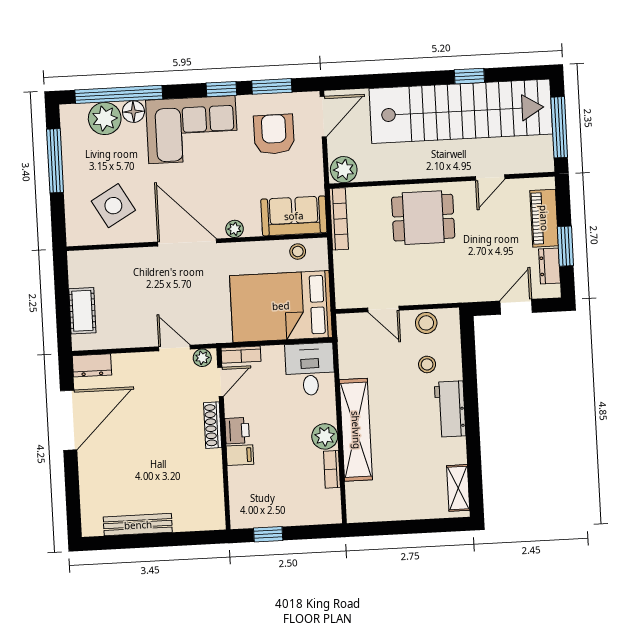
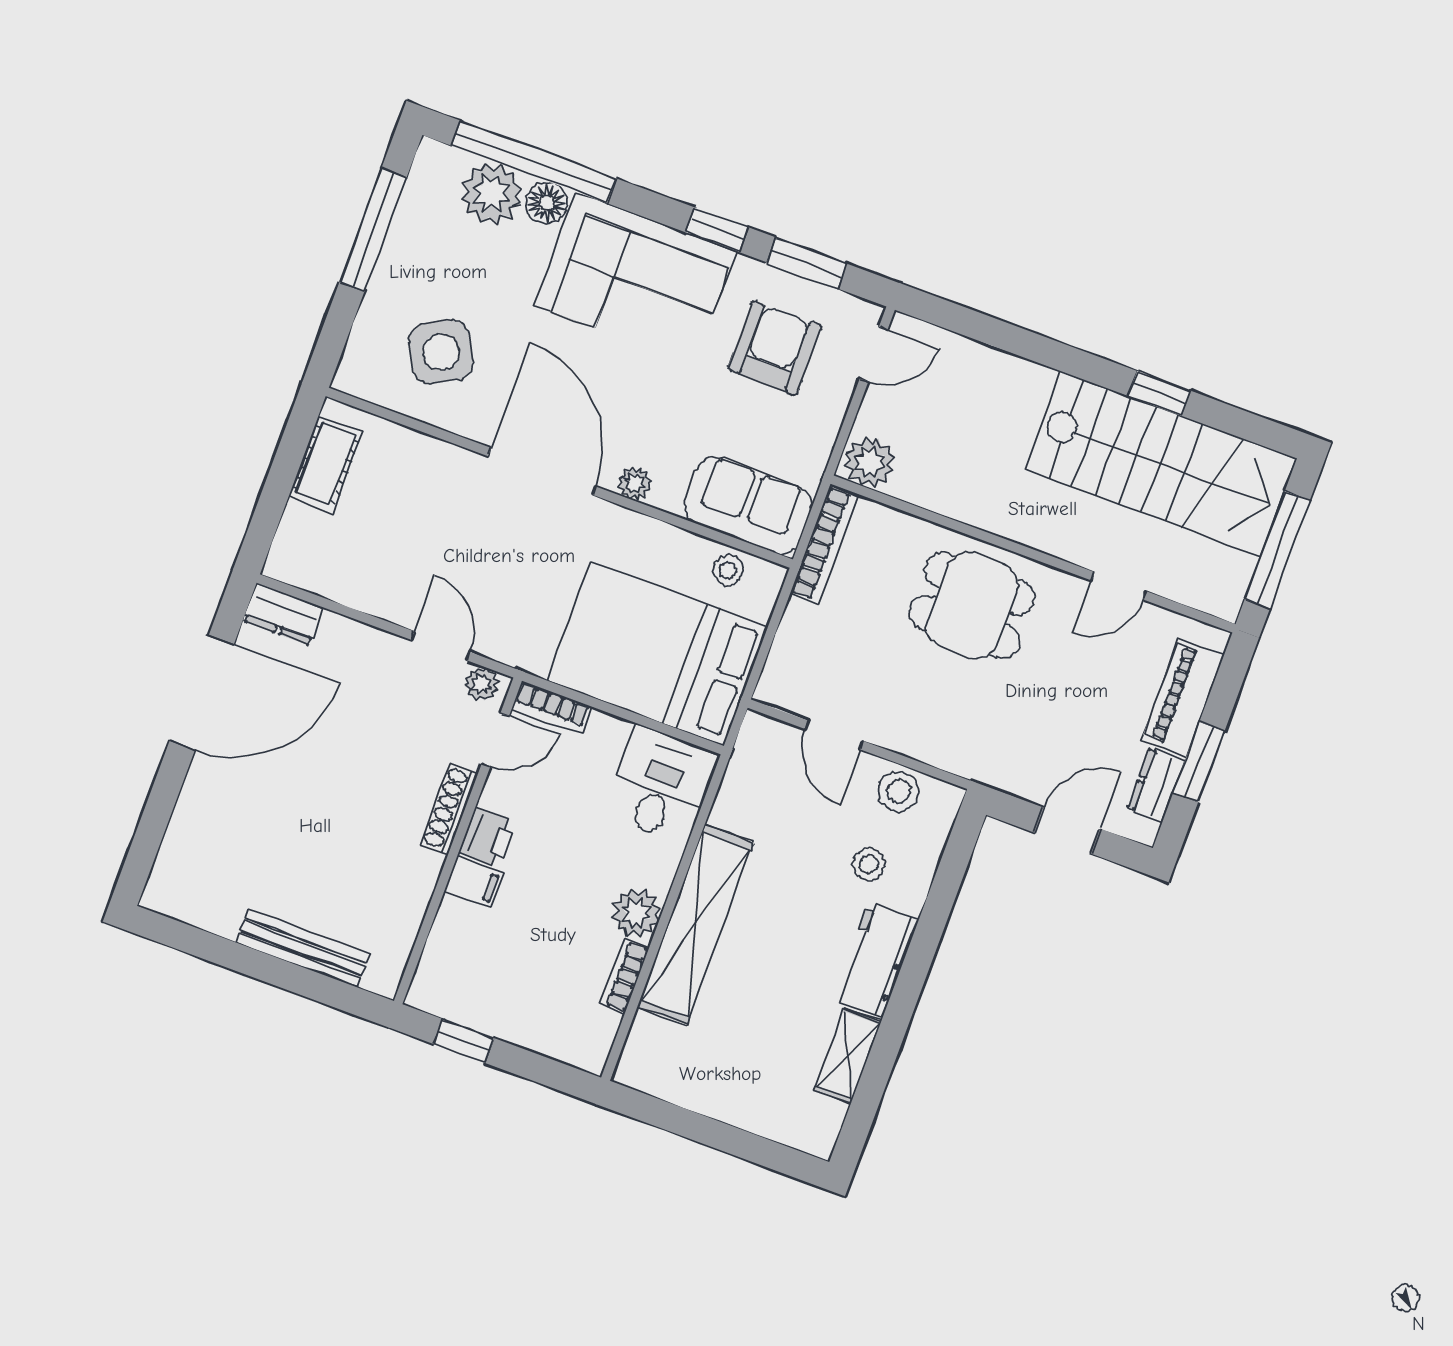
stairs: (461, 111) -> (1161, 464), width x0.73
door: (323, 117) -> (874, 354), width x0.73
cot: (82, 311) -> (325, 464), moved
shelving: (458, 488) -> (848, 1056), moved
bench: (138, 525) -> (303, 948), moved

